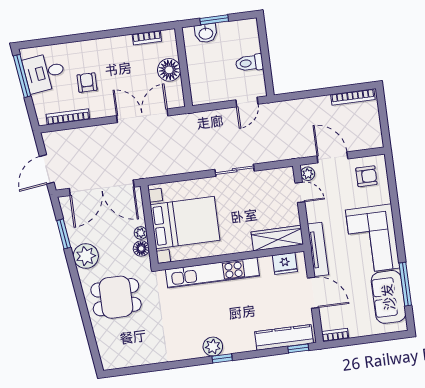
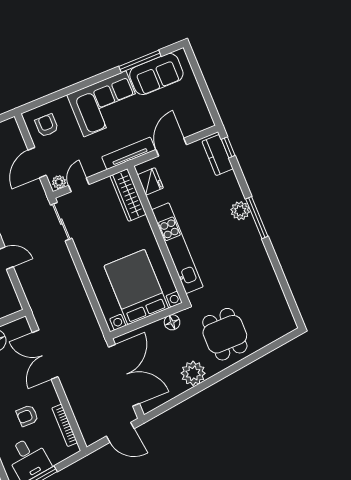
sliding door: (235, 170) -> (61, 222), moved
plant: (141, 233) -> (157, 327), removed
window: (64, 234) -> (178, 400), removed
bookcase: (335, 335) -> (206, 116), removed
kitchen counter: (284, 337) -> (218, 155), width x0.67
plant: (213, 347) -> (240, 211), moved
window: (222, 358) -> (257, 218), width x2.17

